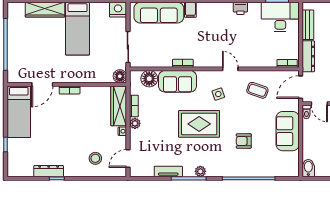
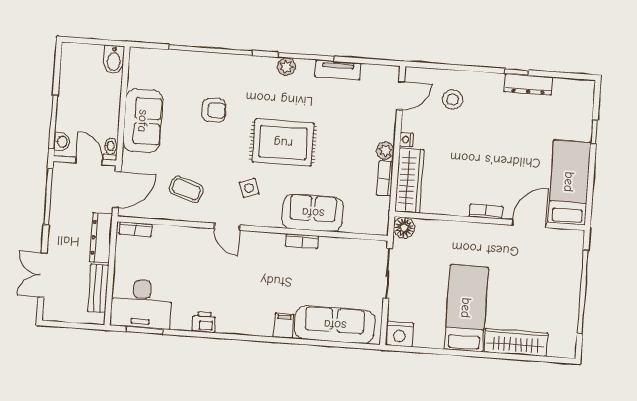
floor lamp: (149, 79) -> (358, 220), removed

